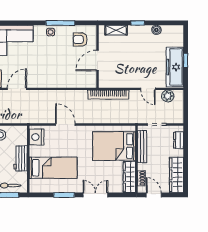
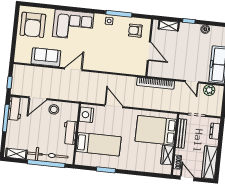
door: (97, 61) -> (149, 51), swing flipped
wardrobe: (129, 177) -> (167, 155), width x0.67
double door: (95, 195) -> (134, 173), removed

